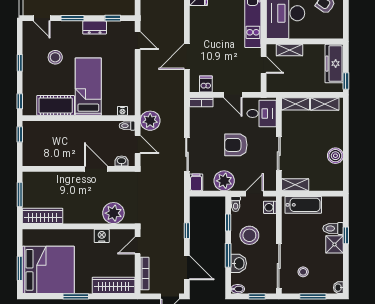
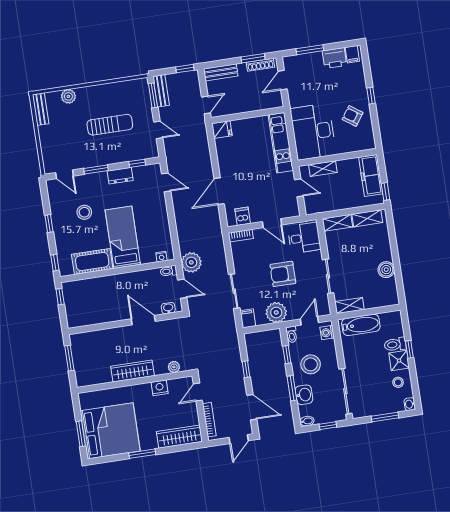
plant: (113, 213) -> (174, 367), width x0.53, depth x0.53
wardrobe: (43, 216) -> (133, 371), moved
stool: (303, 272) -> (398, 382), moved

